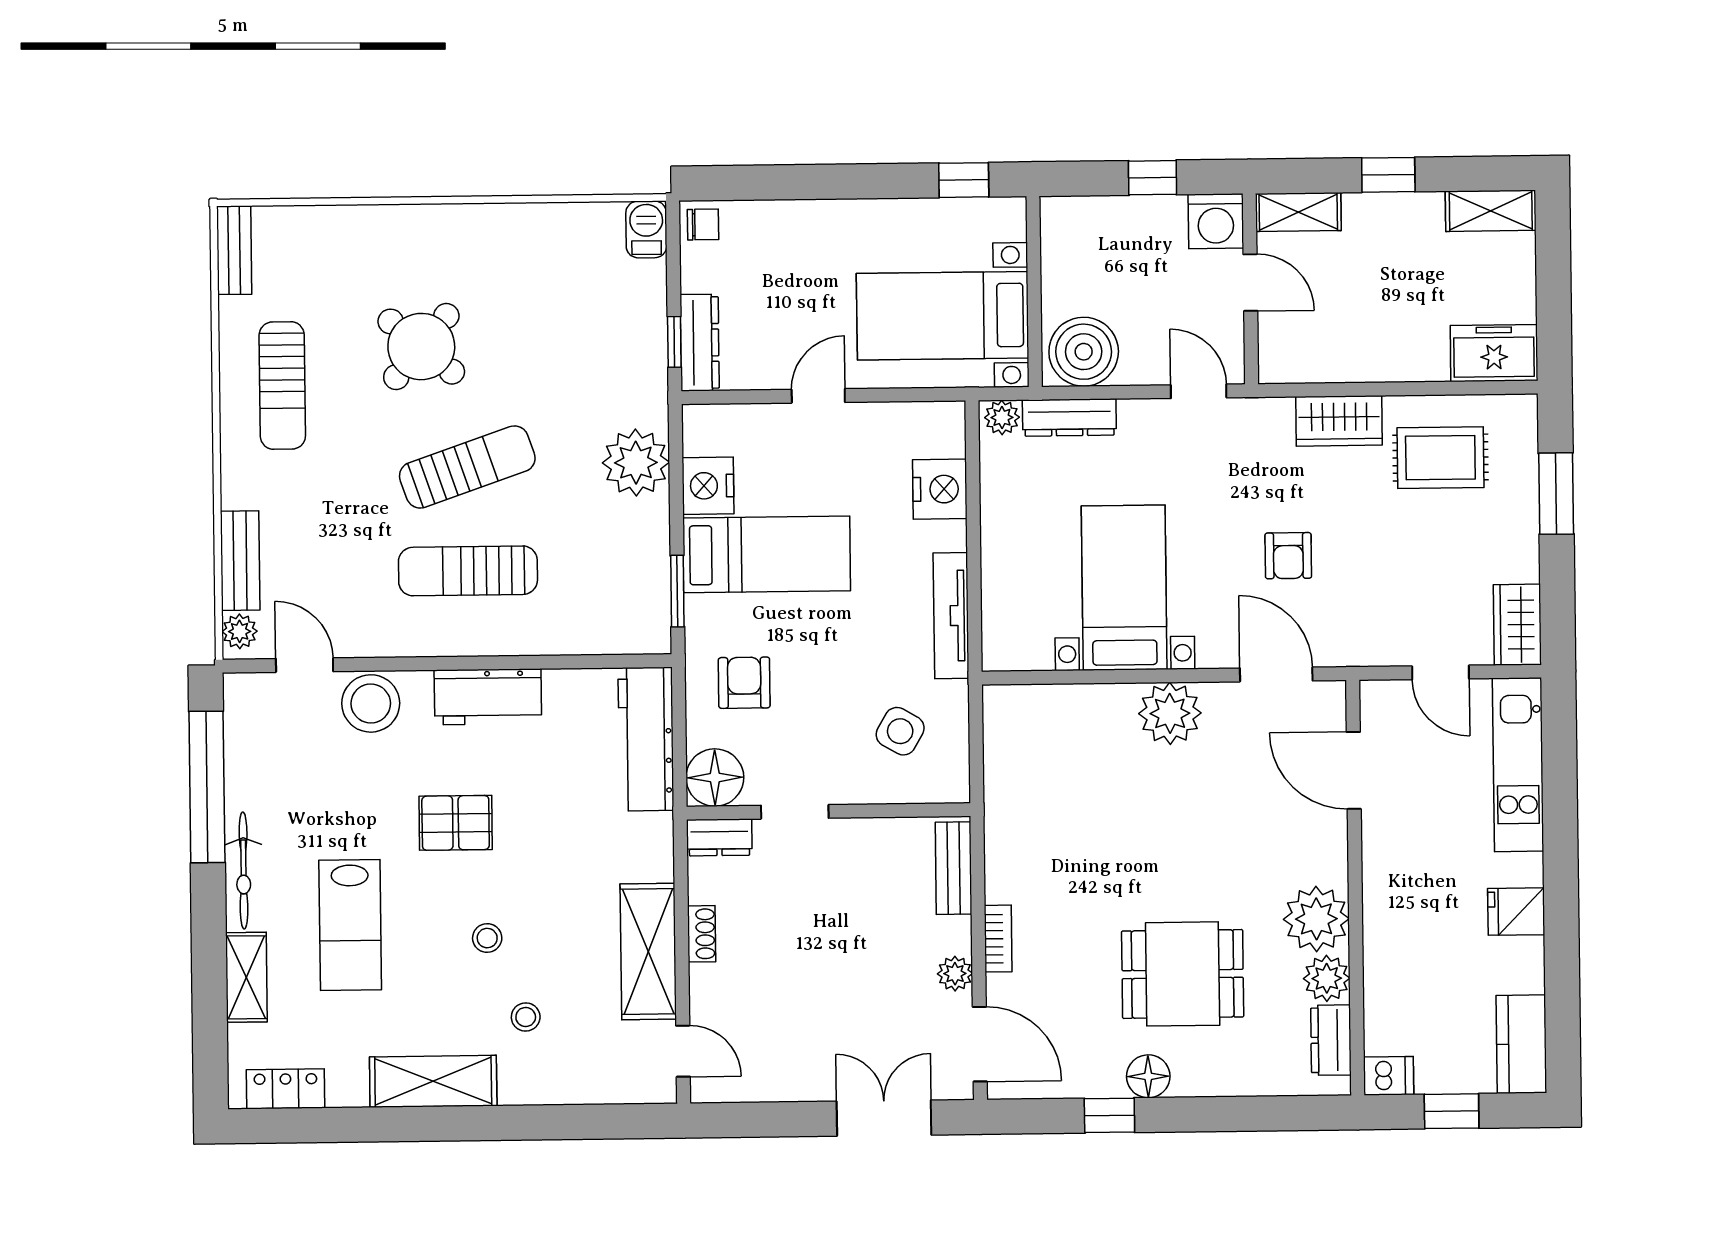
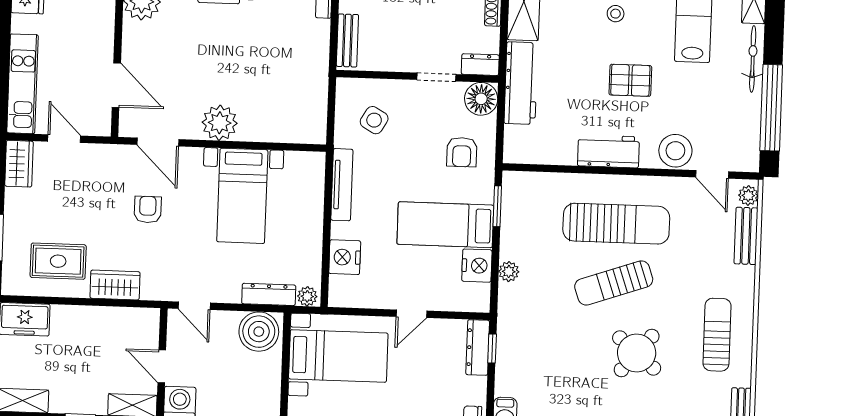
plant: (636, 463) -> (509, 272), width x0.53, depth x0.53
sun lounger: (468, 571) -> (616, 224), width x1.36, depth x1.34
workbench: (646, 739) -> (521, 83), moved

